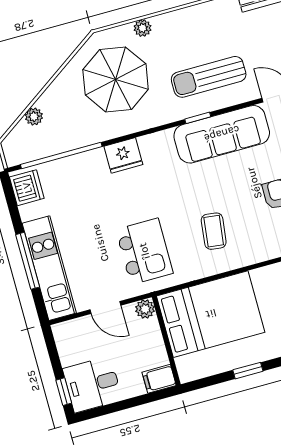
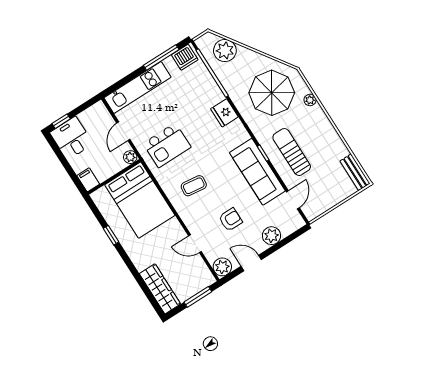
plant: (34, 117) -> (225, 51), width x1.88, depth x1.88
window: (28, 261) -> (161, 57), moved

